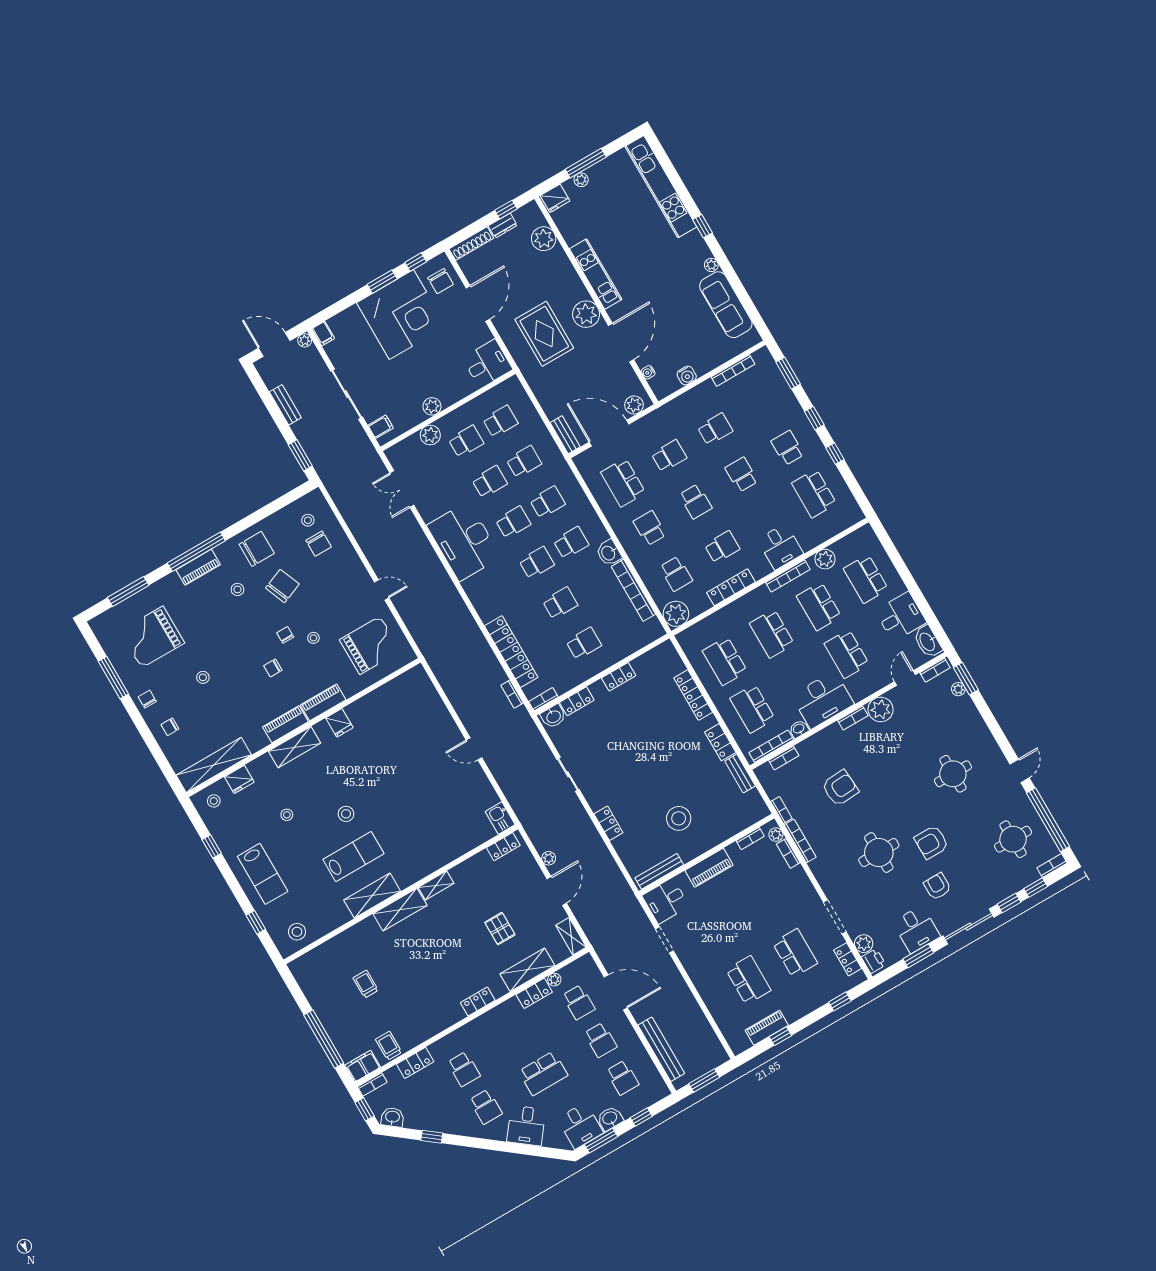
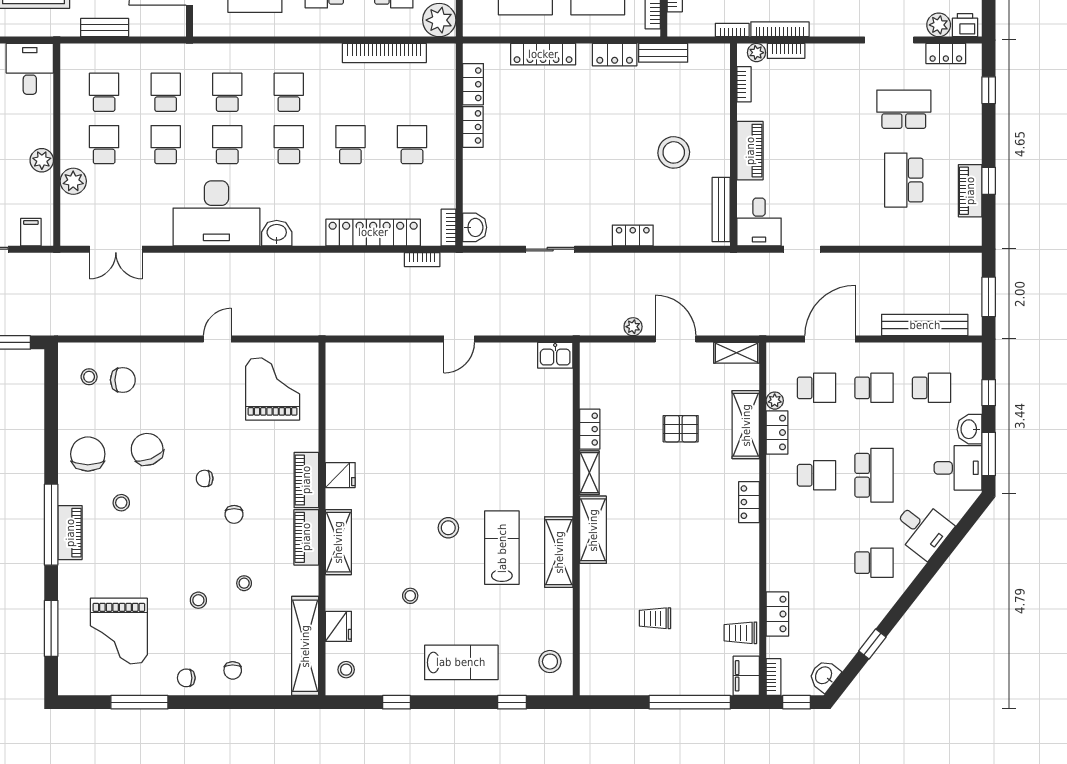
bench: (565, 435) -> (105, 28), moved
washbasin: (609, 553) -> (277, 233), moved, turned 180
stool: (313, 638) -> (244, 583), moved
locker: (577, 701) -> (473, 84), moved
locker: (503, 847) -> (590, 429), moved
school desk: (748, 980) -> (904, 180), turned -90
school desk: (464, 1069) -> (817, 475), moved

